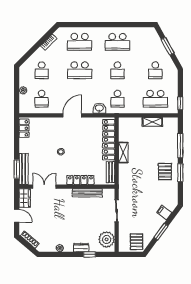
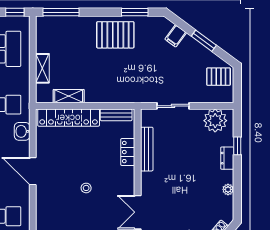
shelving: (152, 122) -> (42, 68), moved
window: (180, 146) -> (61, 12), moved
shelving: (123, 152) -> (69, 96), moved
pallet: (165, 172) -> (115, 35), width x1.50, depth x1.42
window: (180, 173) -> (135, 12), moved
locker: (80, 180) -> (128, 152), width x0.66

